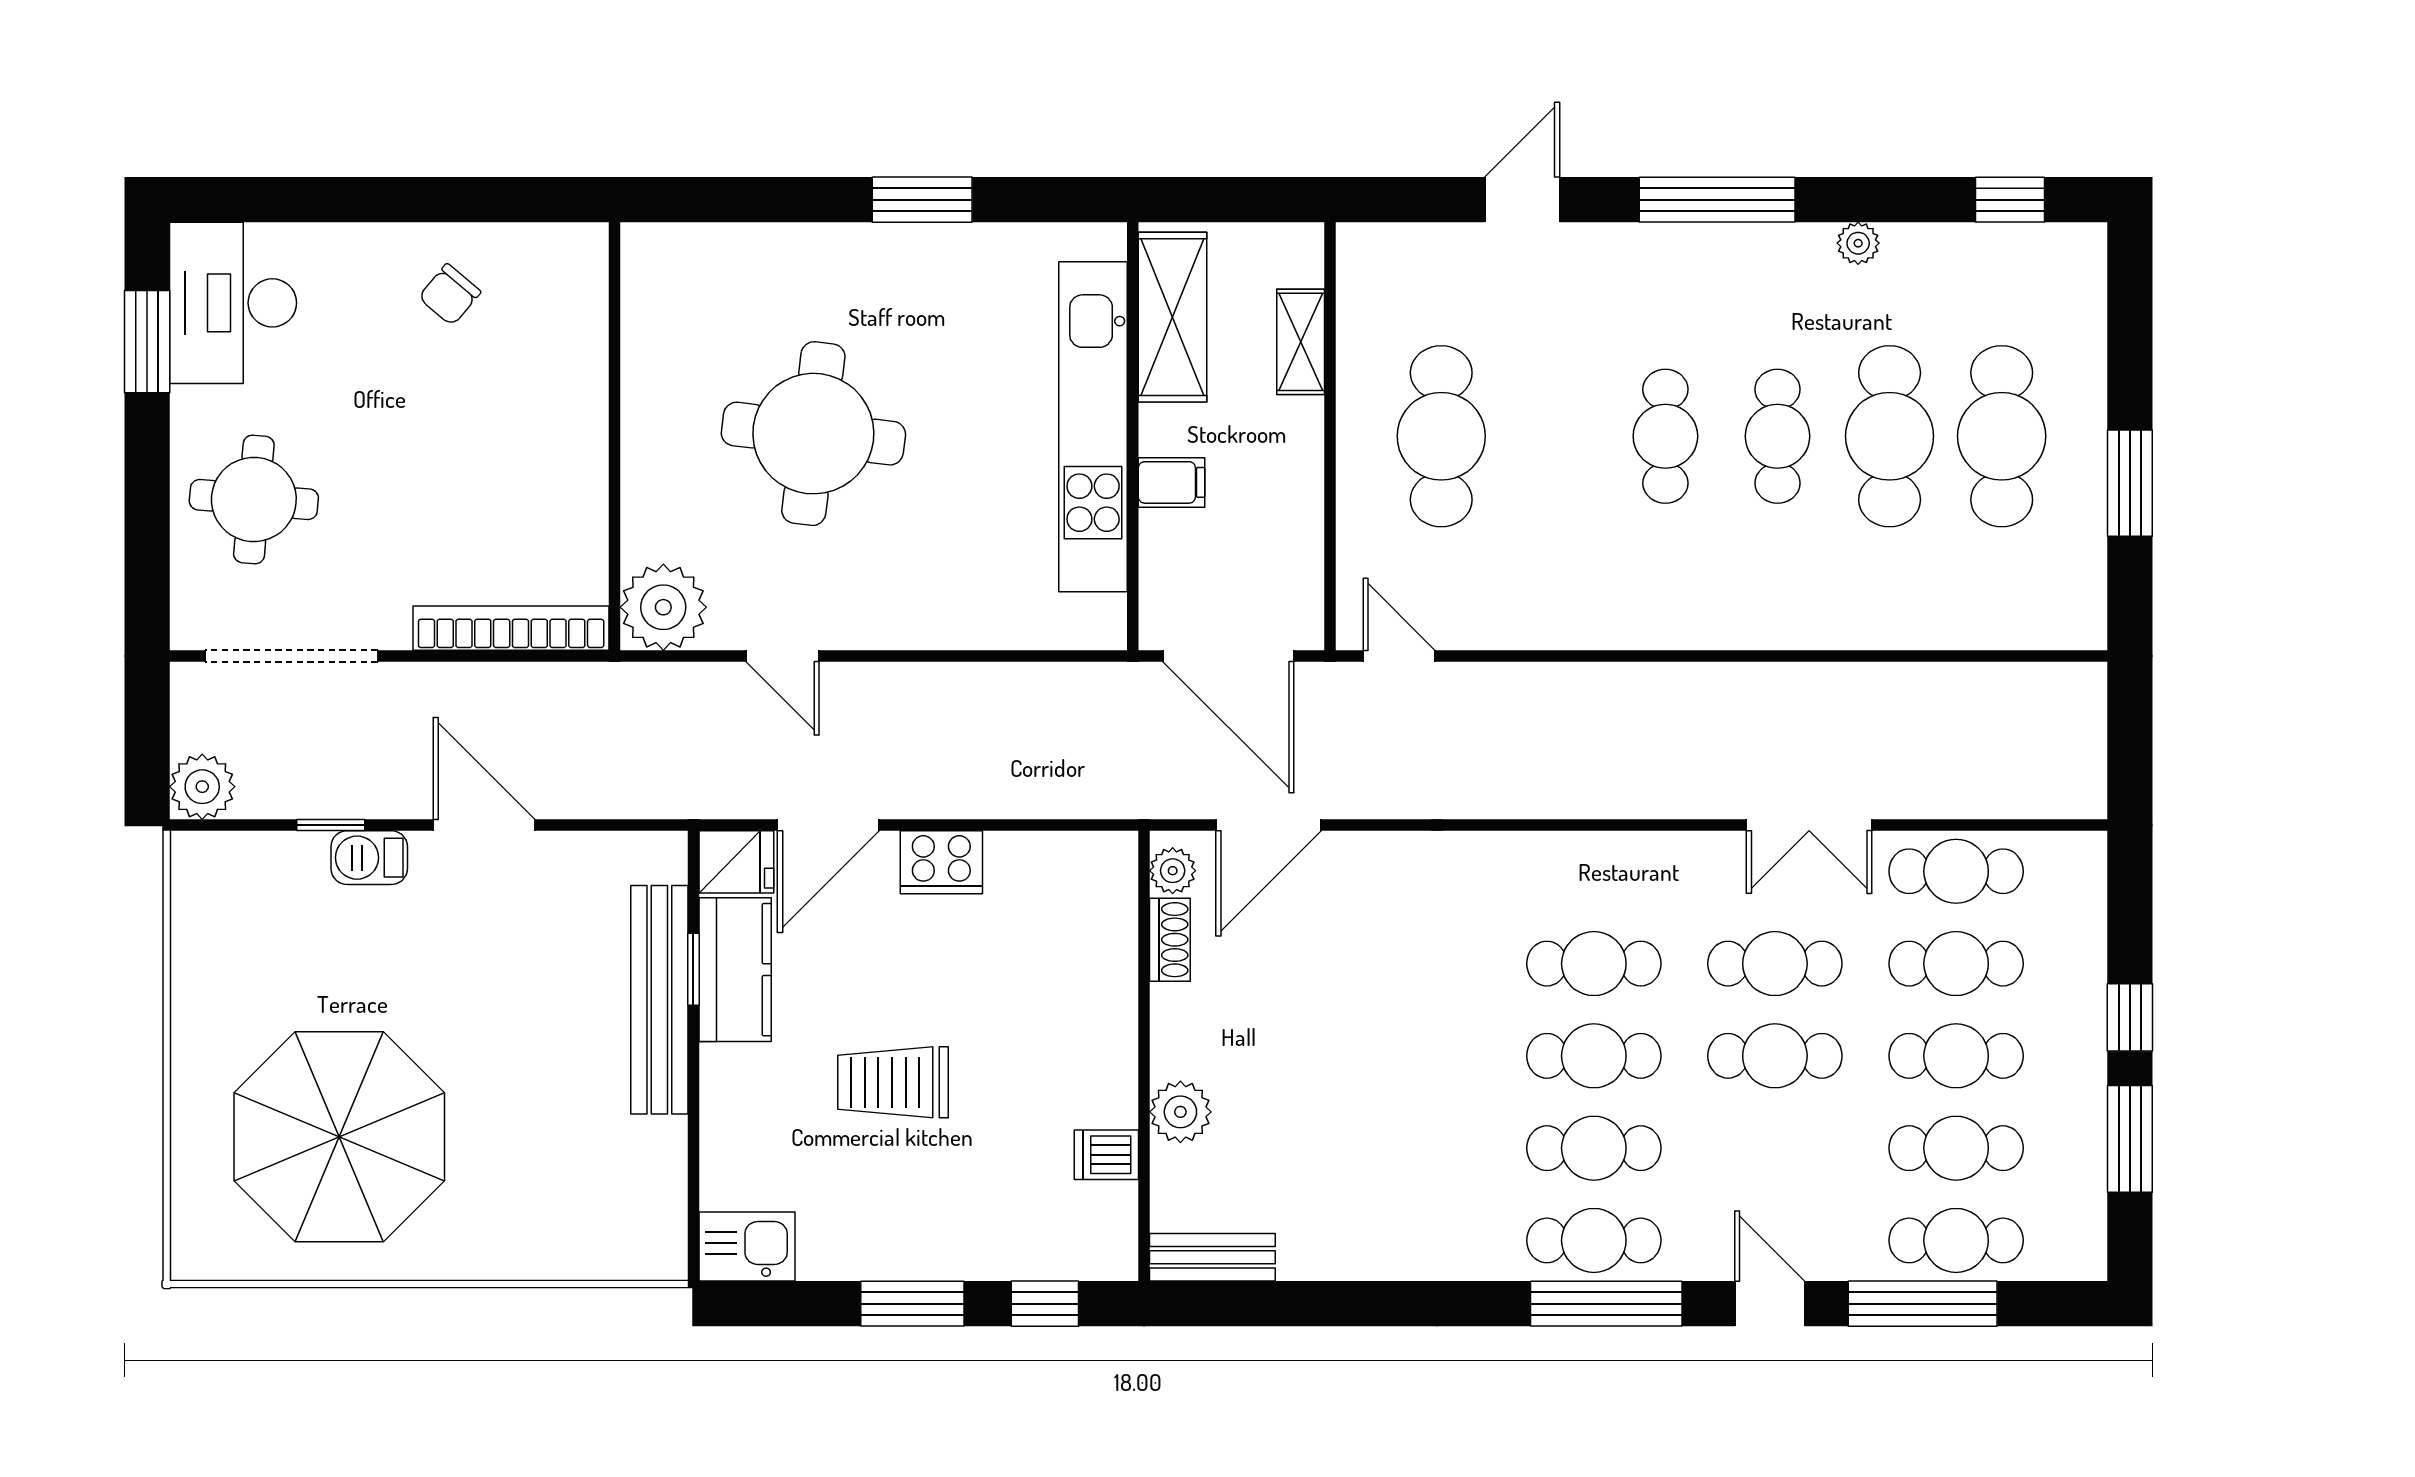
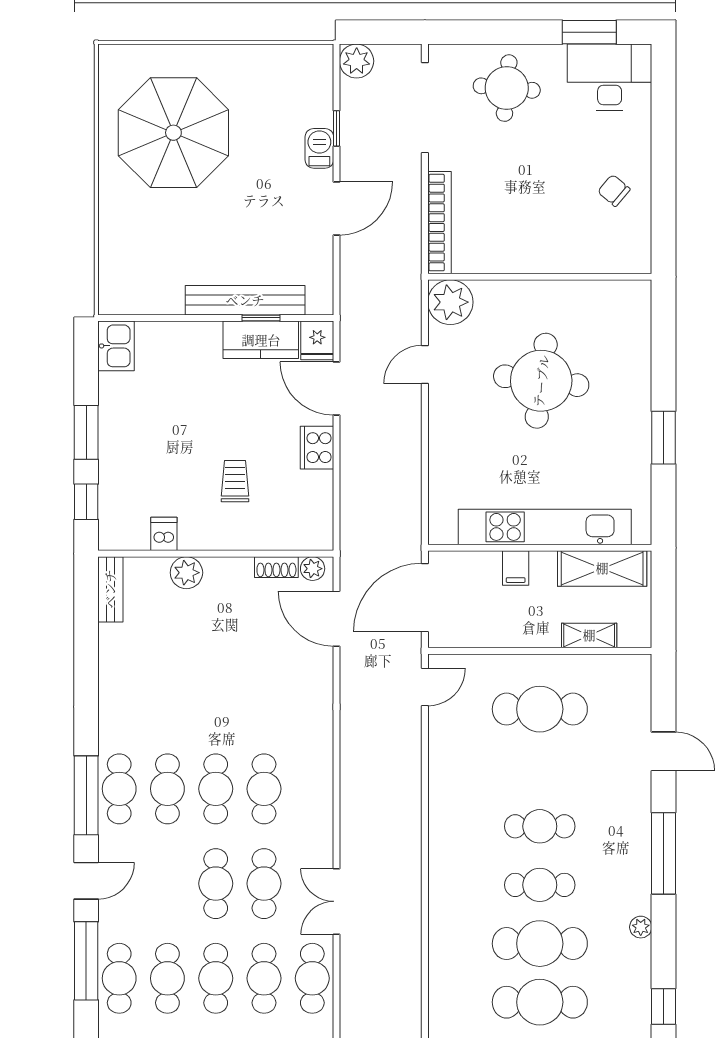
trolley: (893, 1082) -> (235, 481), moved, width x0.73, depth x0.72

